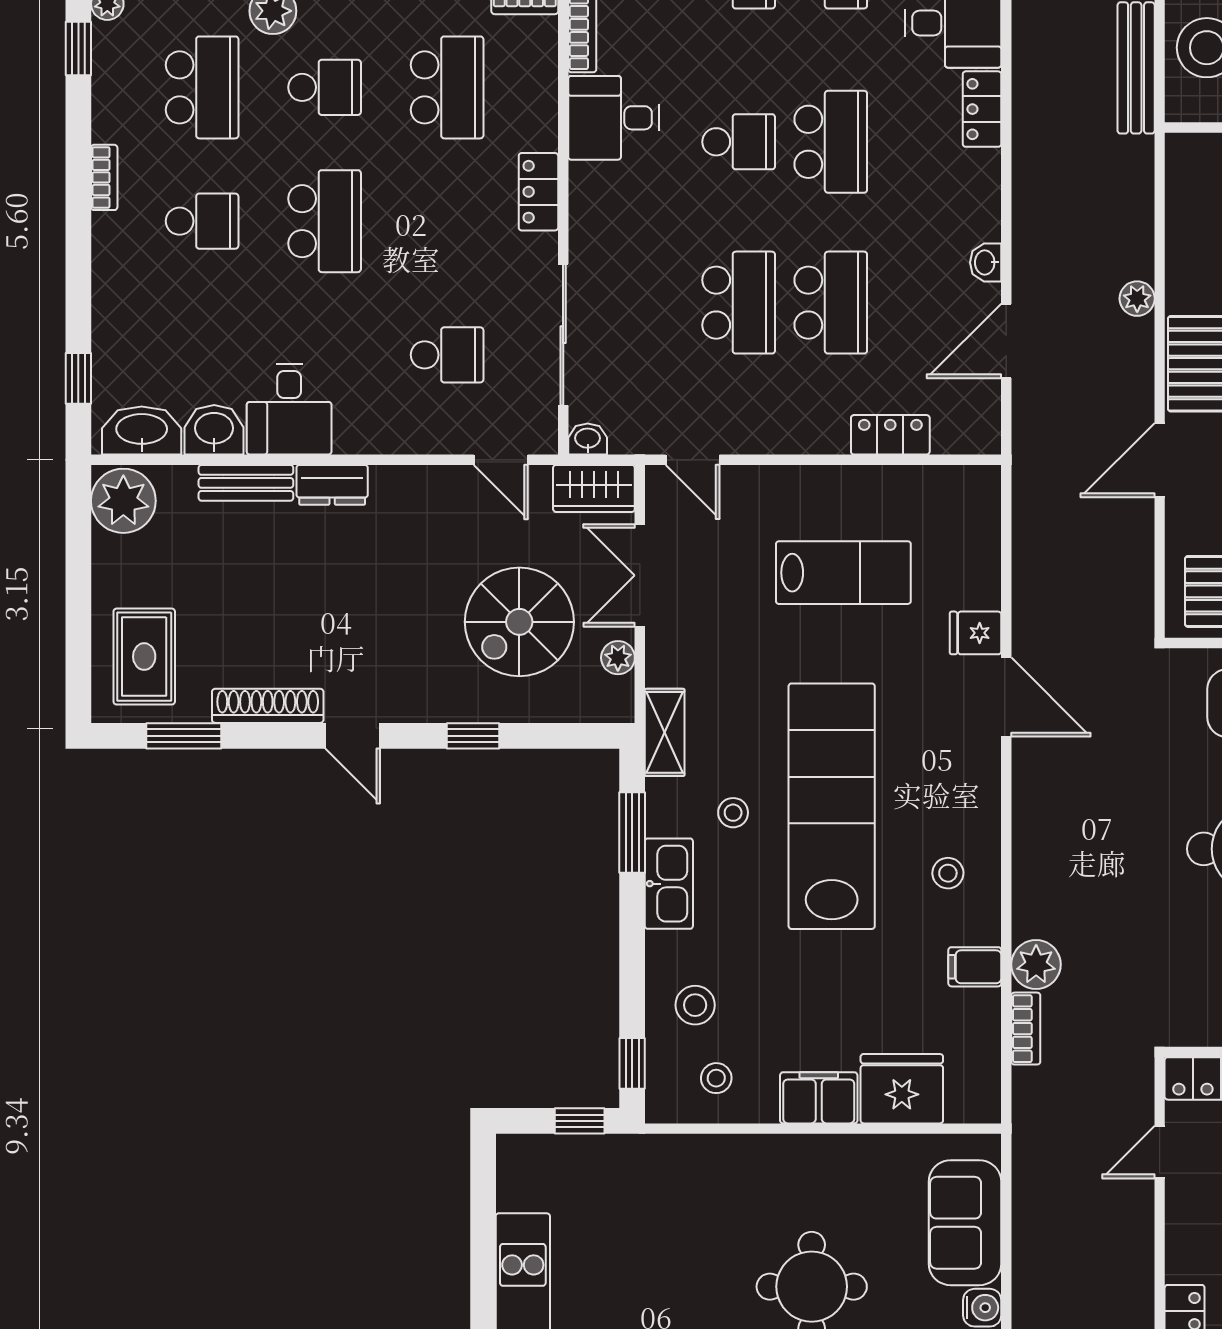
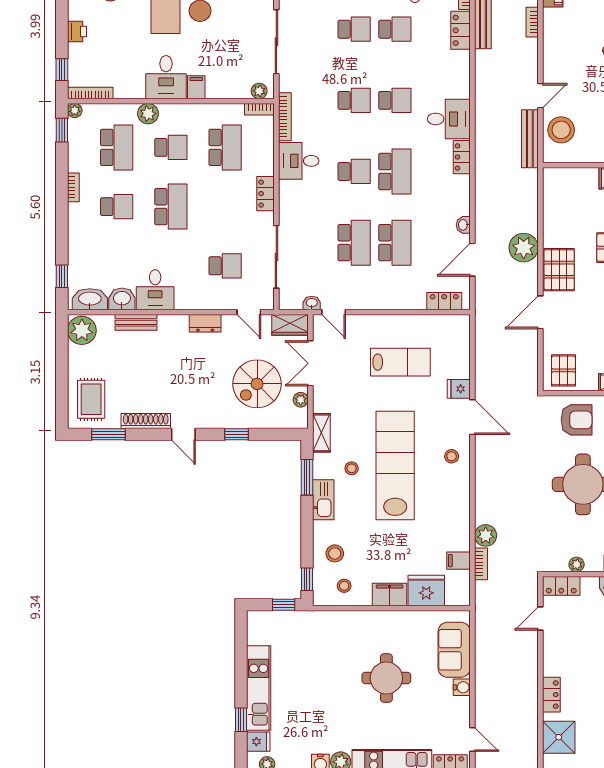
plant: (1137, 299) -> (524, 248), width x1.87, depth x1.87
locker: (890, 435) -> (444, 301), moved
washbasin: (588, 439) -> (312, 303), moved
dresser: (332, 485) -> (205, 323), moved
stool: (948, 873) -> (452, 456), moved
filing cabinet: (975, 967) -> (459, 561), moved

